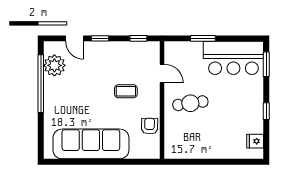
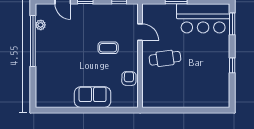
plant: (54, 65) -> (41, 25), width x0.53, depth x0.53
fridge: (255, 141) -> (222, 92), removed
sofa: (91, 144) -> (93, 97), width x0.54, depth x0.79

